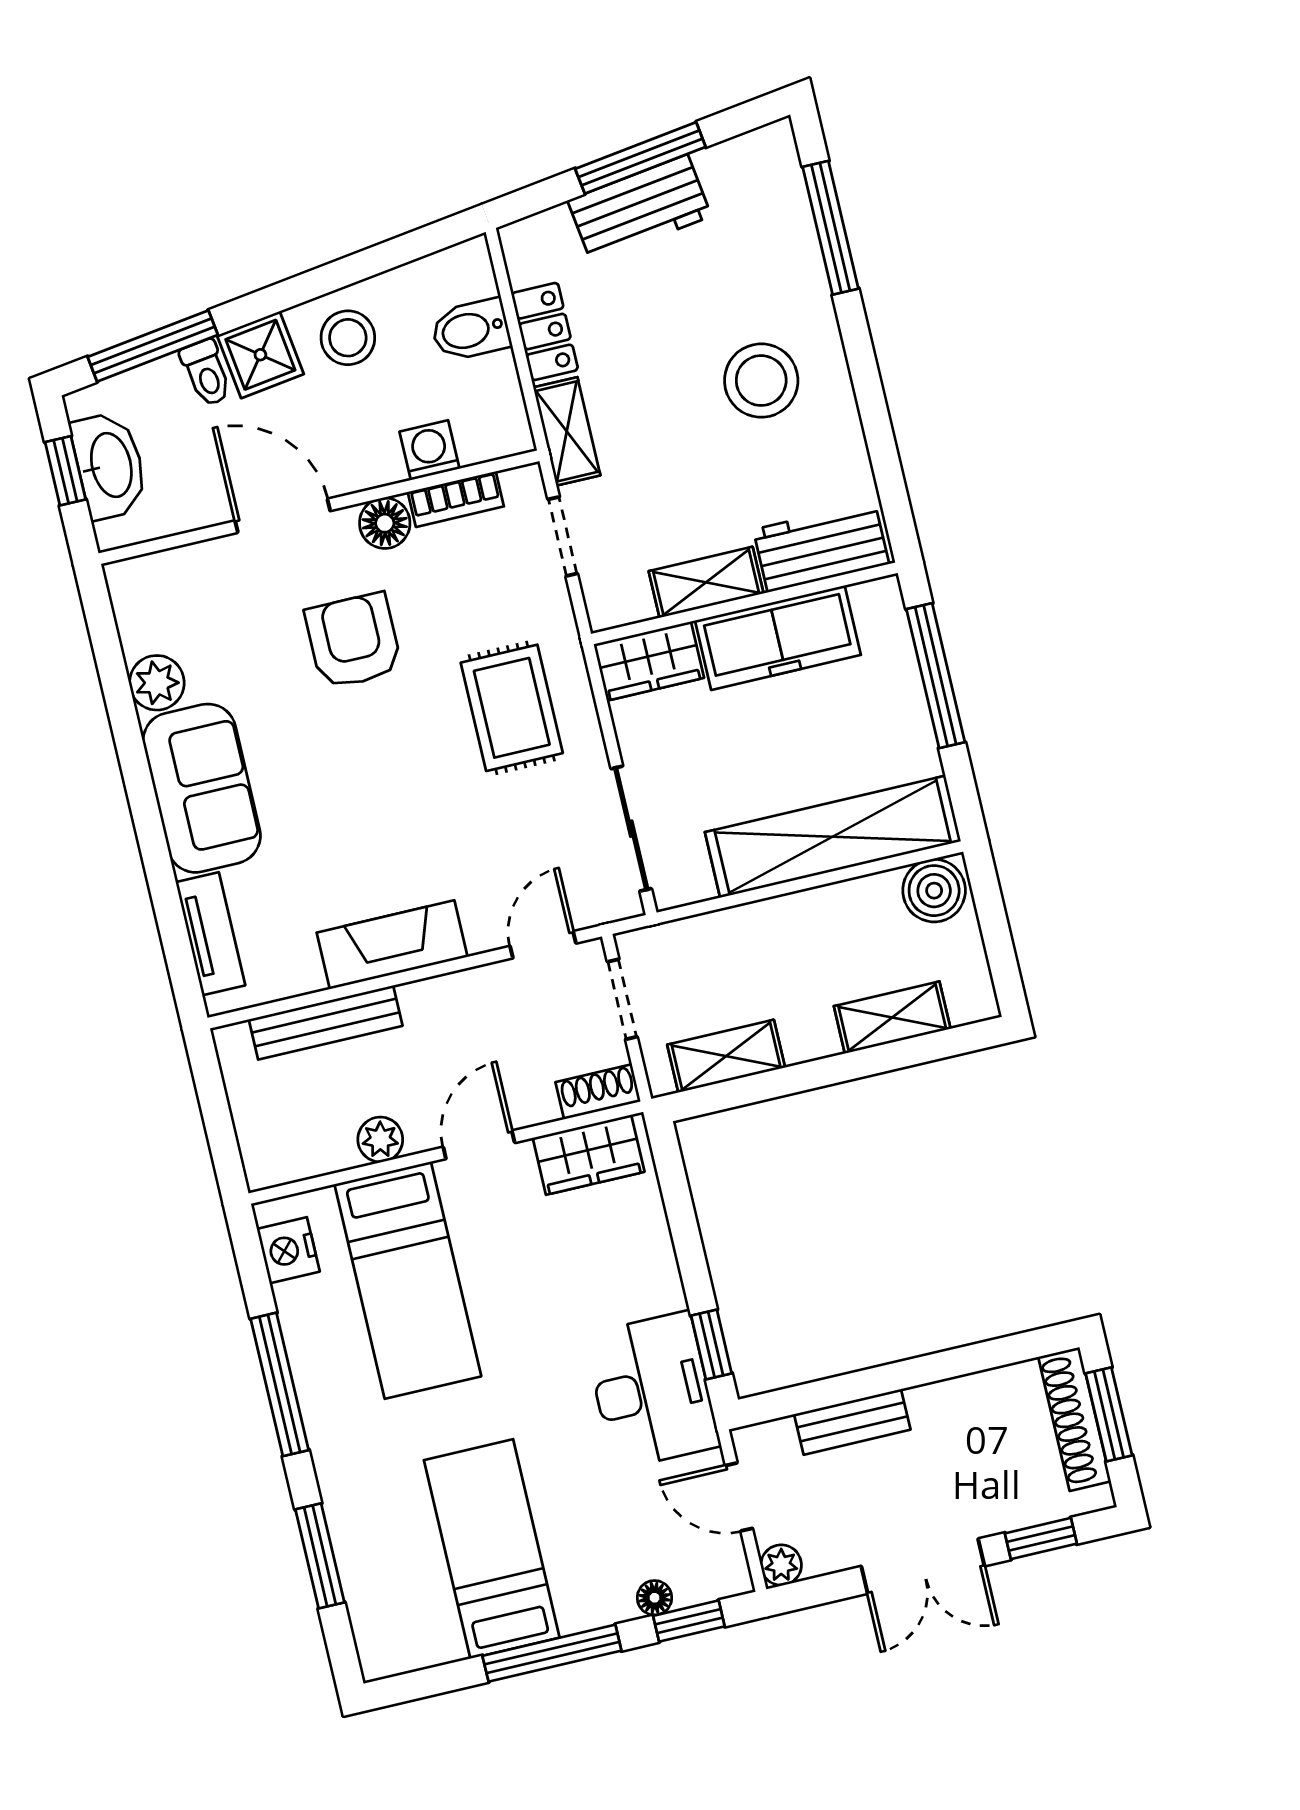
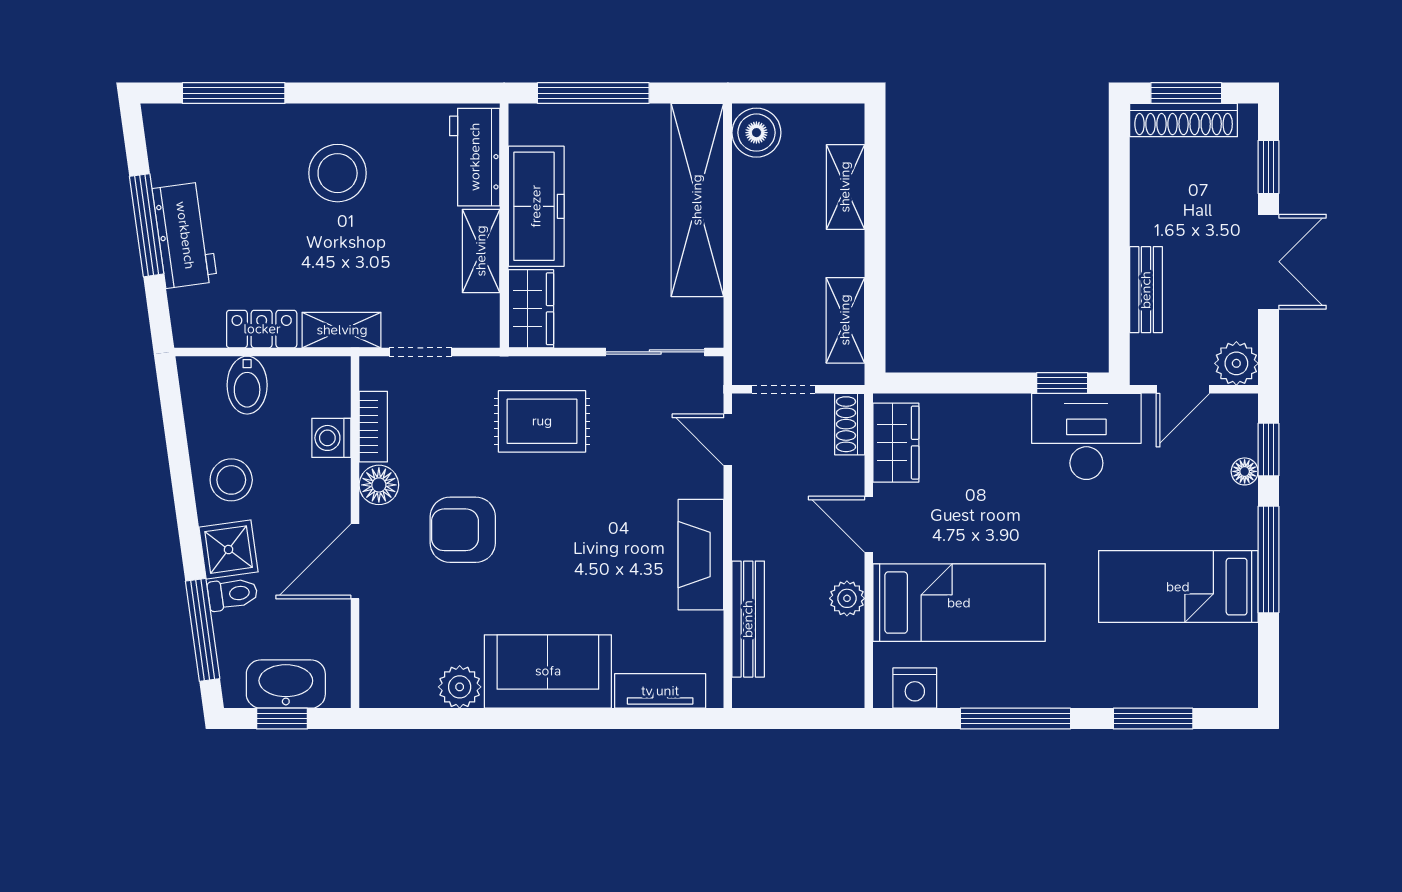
plant: (781, 1565) -> (1236, 363), width x1.38, depth x1.38

